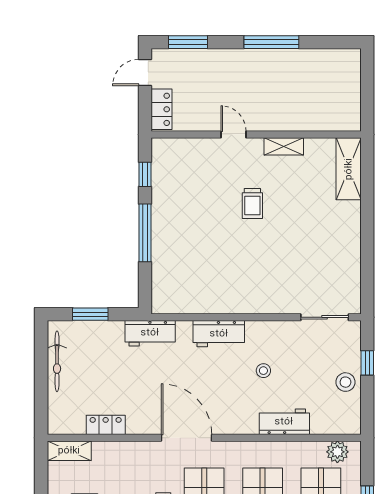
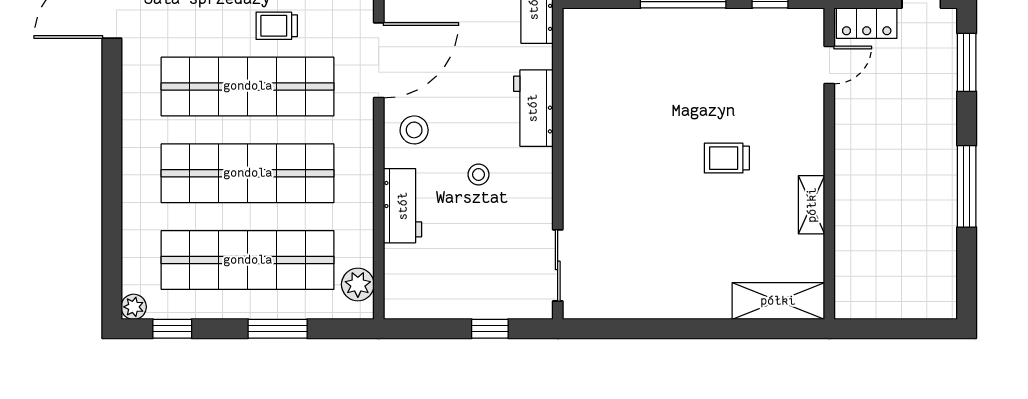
door: (234, 134) -> (829, 65), moved
stool: (345, 382) -> (414, 130), moved

